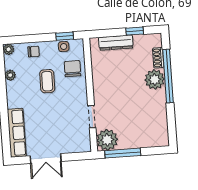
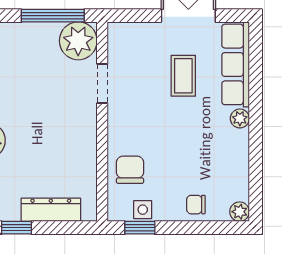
chair: (72, 69) -> (130, 170), turned 180
plant: (10, 75) -> (240, 118), moved
coffee table: (47, 81) -> (183, 76), moved

